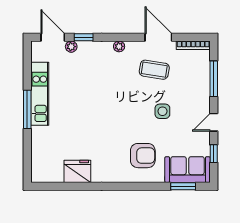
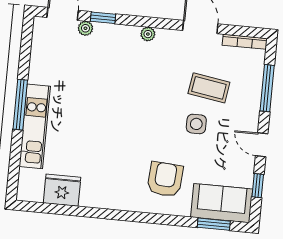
coffee table: (154, 70) -> (209, 88), moved
kitchen unit: (40, 94) -> (35, 126), moved
door: (214, 122) -> (262, 145), hinge flipped
armchair: (143, 156) -> (165, 179), turned -86
fridge: (77, 171) -> (62, 190), moved

